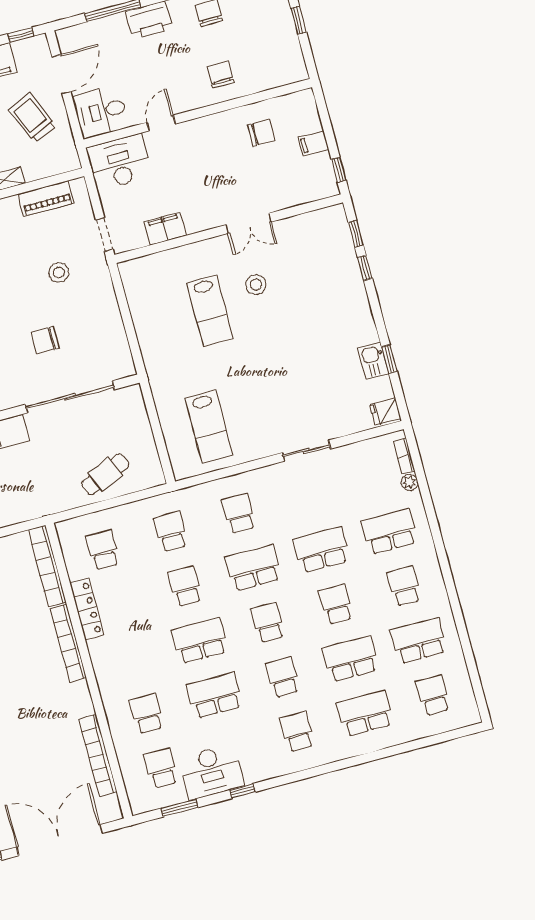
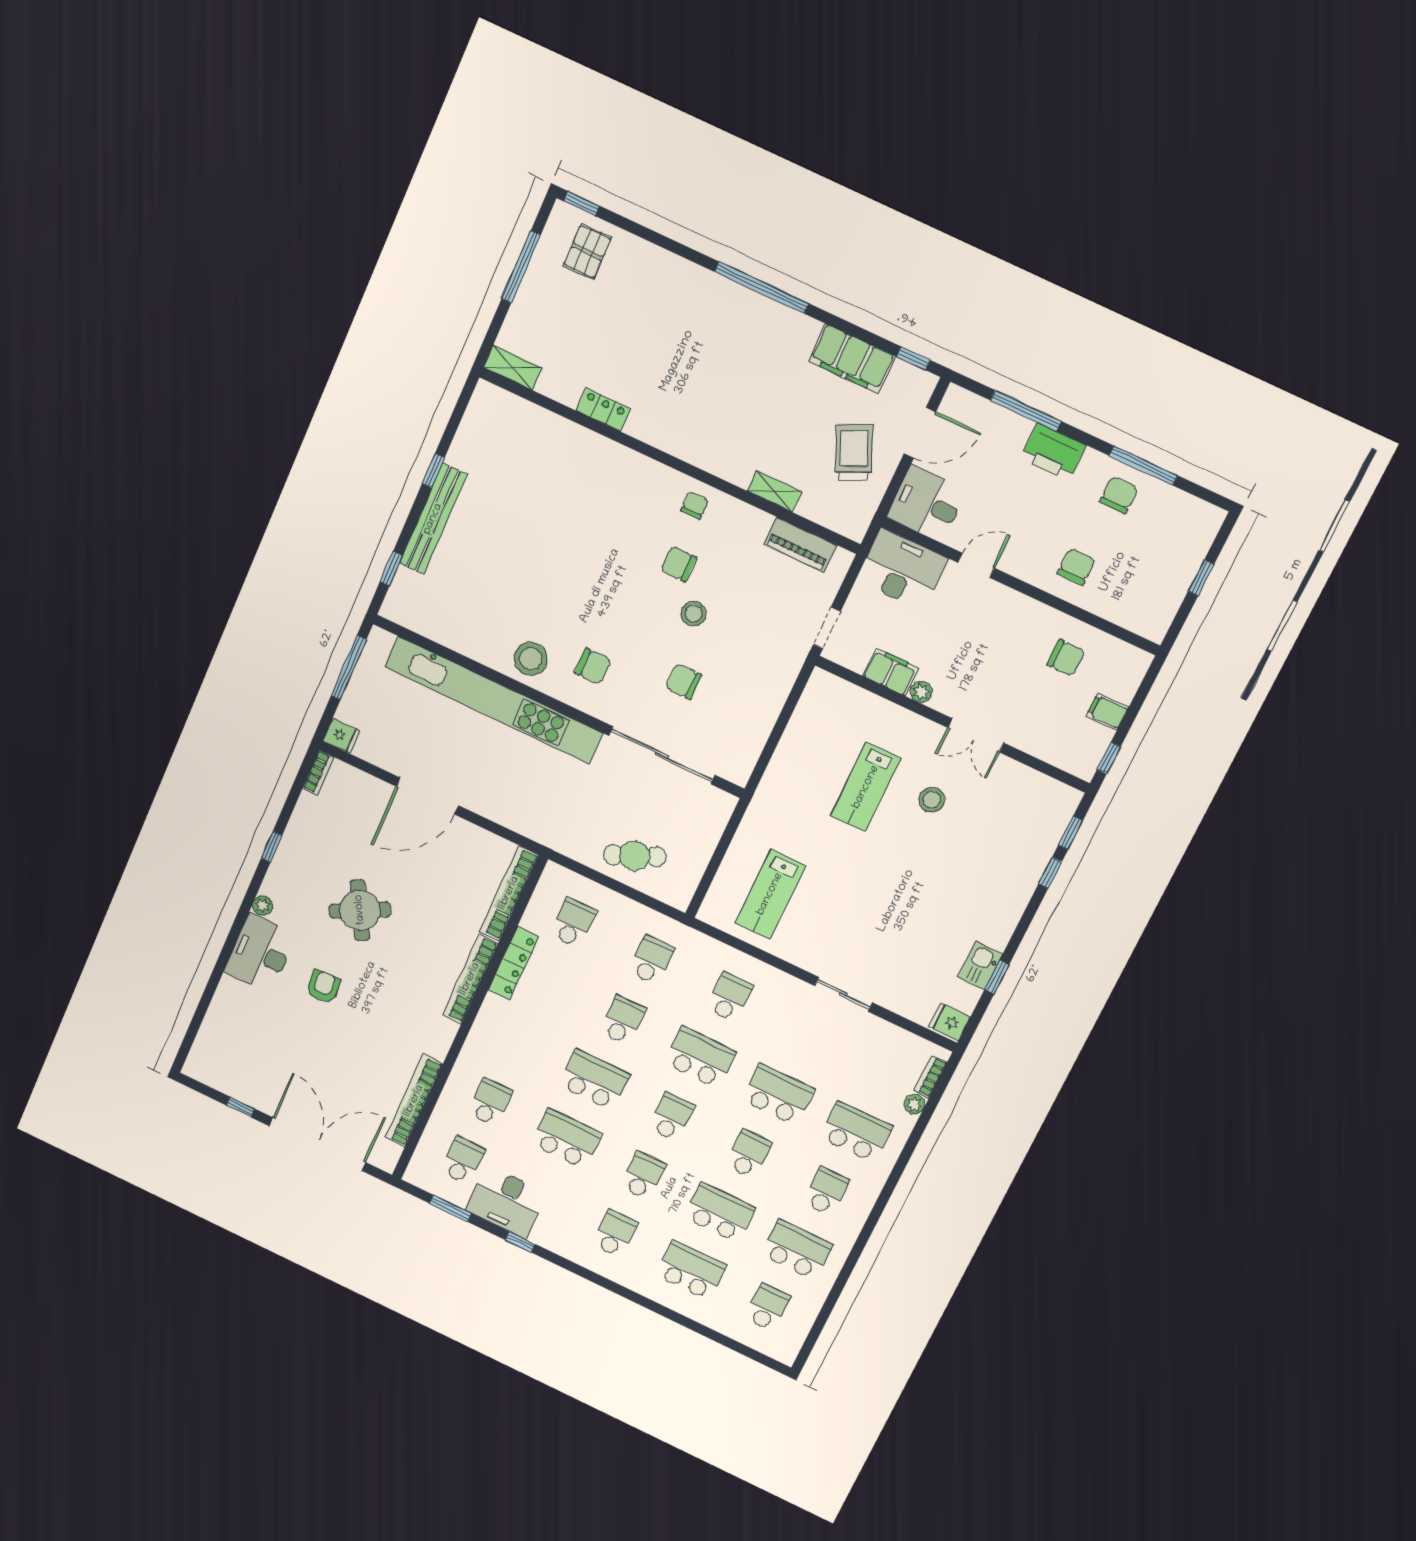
plant: (193, 225) -> (921, 692), added
stool: (59, 273) -> (694, 614), moved

